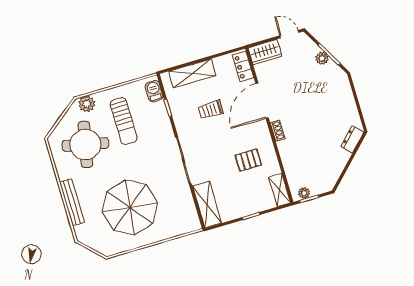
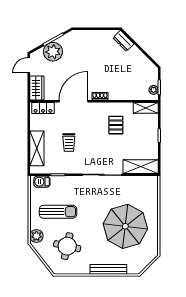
plant: (322, 58) -> (53, 52), width x1.88, depth x1.88
door: (262, 101) -> (74, 101), swing flipped
round table: (85, 144) -> (67, 246), width x0.73, depth x0.73

